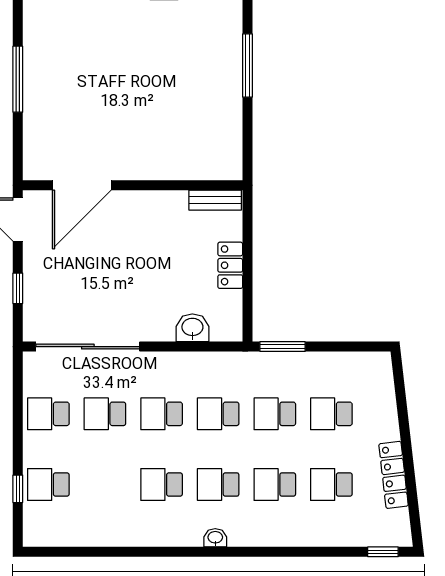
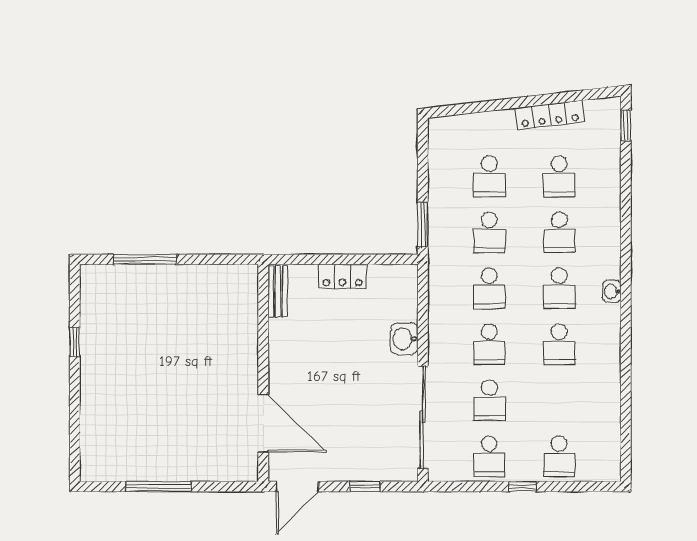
washbasin: (192, 328) -> (404, 339), moved
window: (18, 489) -> (523, 487), moved

